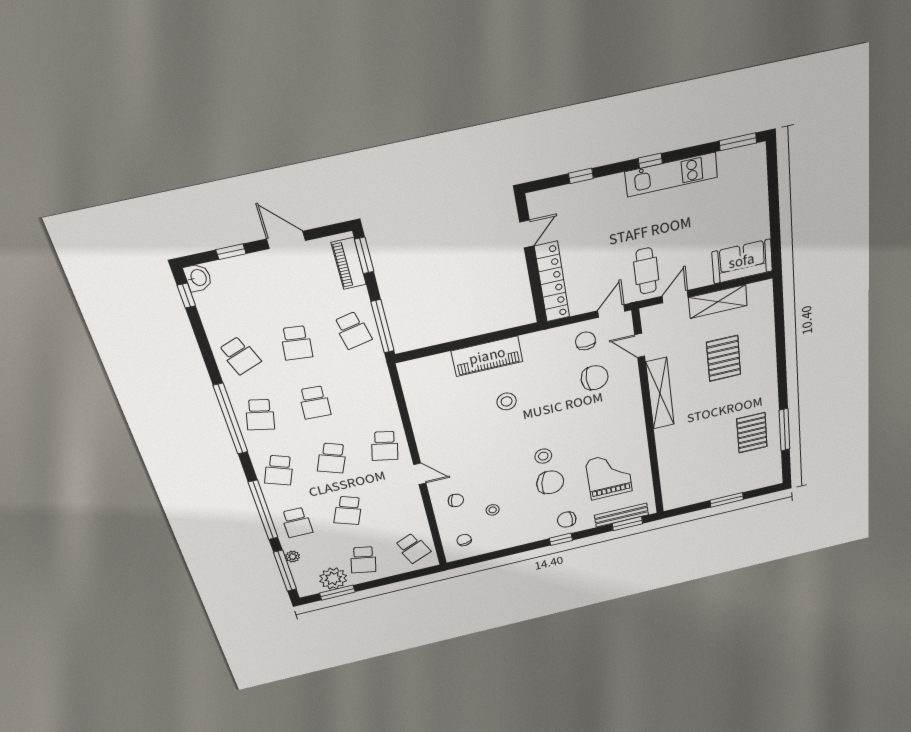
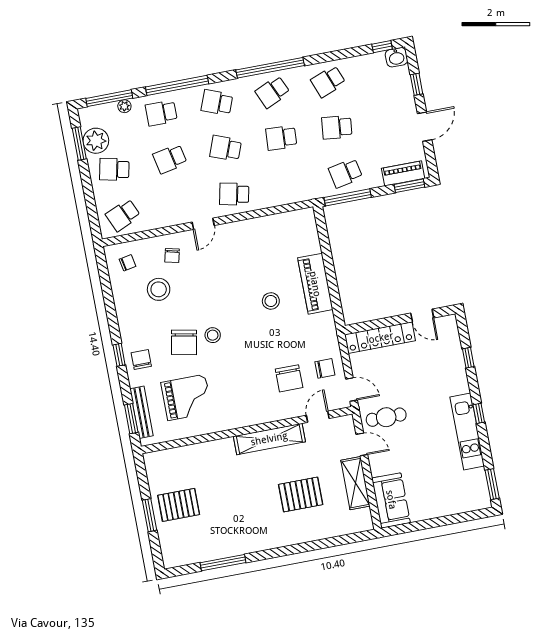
school desk: (260, 415) -> (273, 92), turned -36
pallet: (752, 433) -> (179, 505), moved
school desk: (348, 510) -> (170, 159), turned -33
stool: (493, 510) -> (159, 289), width x1.89, depth x1.89

